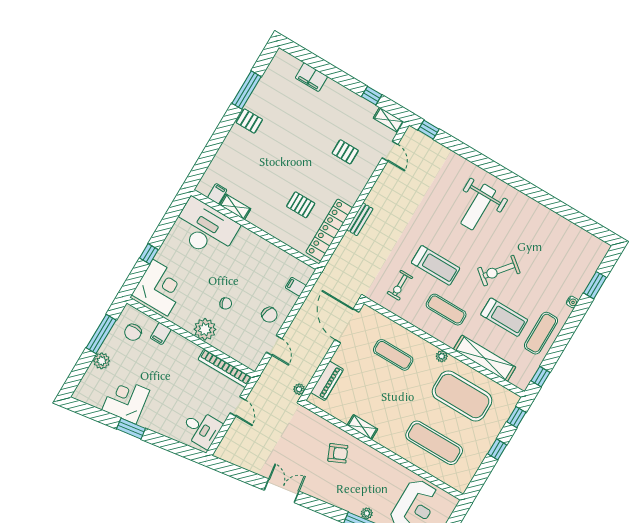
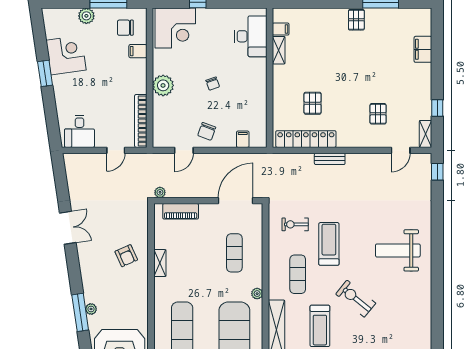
desk: (205, 229) -> (251, 36), width x0.73, depth x0.77
treadmill: (436, 265) -> (329, 244), turned 180
chair: (226, 303) -> (213, 84), moved

